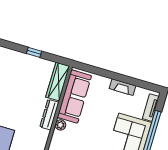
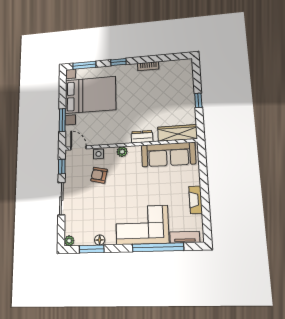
dresser: (49, 115) -> (142, 137), width x0.70
plant: (60, 125) -> (122, 152), moved

